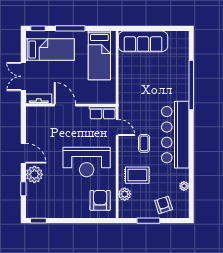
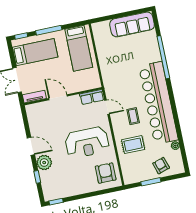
sofa: (143, 41) -> (132, 24), moved
bar counter: (175, 135) -> (158, 103), width x1.36
plant: (125, 194) -> (126, 163), removed

